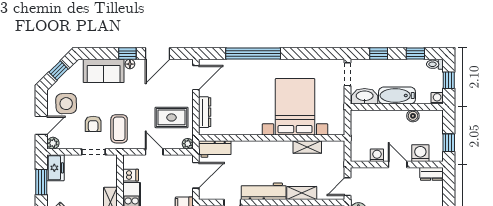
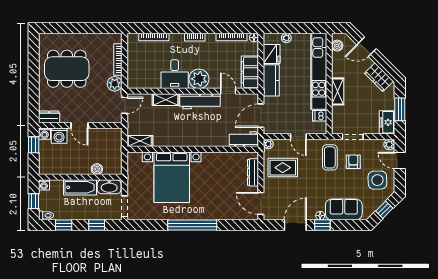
window: (253, 54) -> (192, 225), moved
door: (196, 78) -> (261, 203), hinge flipped
boiler: (413, 116) -> (97, 169), moved
door: (41, 125) -> (400, 160), hinge flipped
shelving: (307, 147) -> (140, 141), moved
washing machine: (377, 155) -> (44, 134), moved

